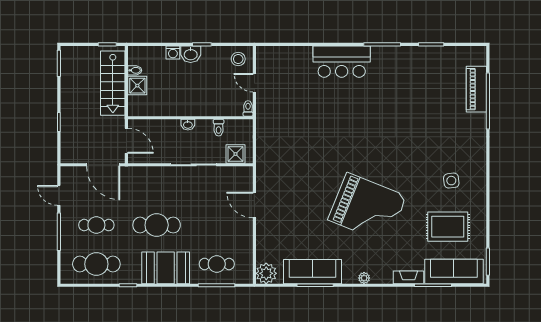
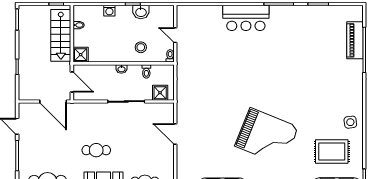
washbasin: (191, 54) -> (141, 12), moved
stool: (238, 59) -> (141, 47), moved
shower: (137, 86) -> (81, 55), moved
side table: (451, 181) -> (350, 122), moved
cafe table: (96, 225) -> (48, 150), removed
cafe table: (157, 225) -> (96, 150), width x0.73, depth x0.74

